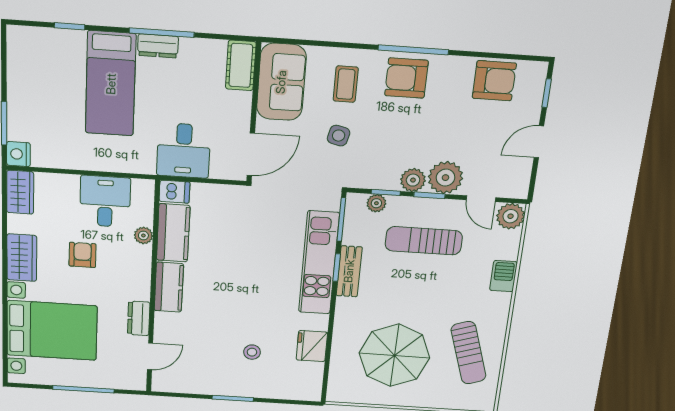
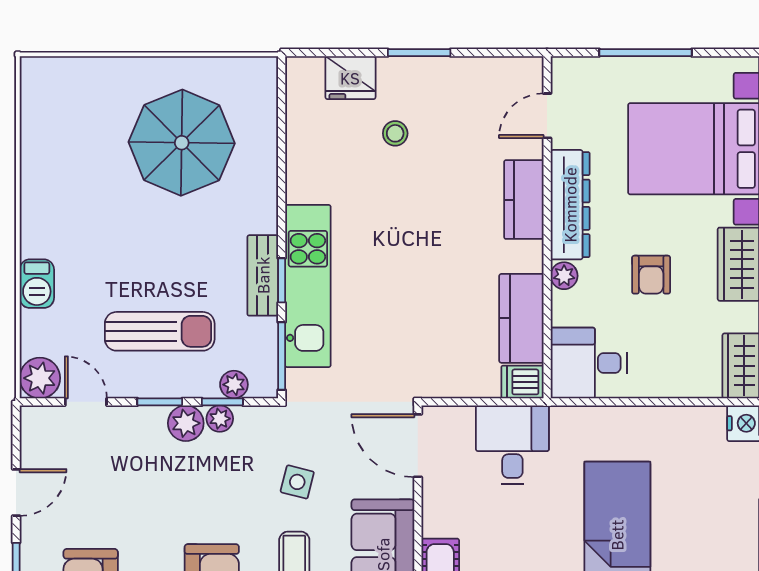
door: (251, 154) -> (418, 446), hinge flipped
plant: (445, 178) -> (220, 419), moved, width x0.53, depth x0.53
desk: (105, 201) -> (589, 363), moved, turned 90
plant: (143, 235) -> (564, 276), moved
kitchen counter: (169, 287) -> (524, 200), moved
dresser: (139, 318) -> (570, 205), width x1.96, depth x1.24
fridge: (312, 346) -> (350, 78), moved, turned 90
sun lounger: (468, 353) -> (72, 155), removed

